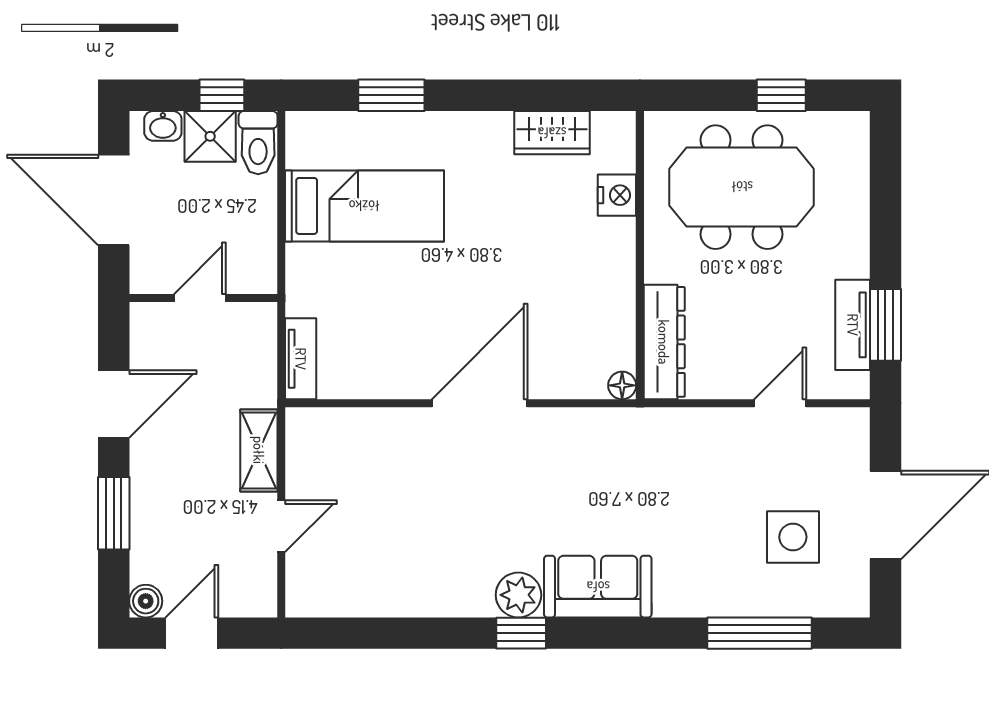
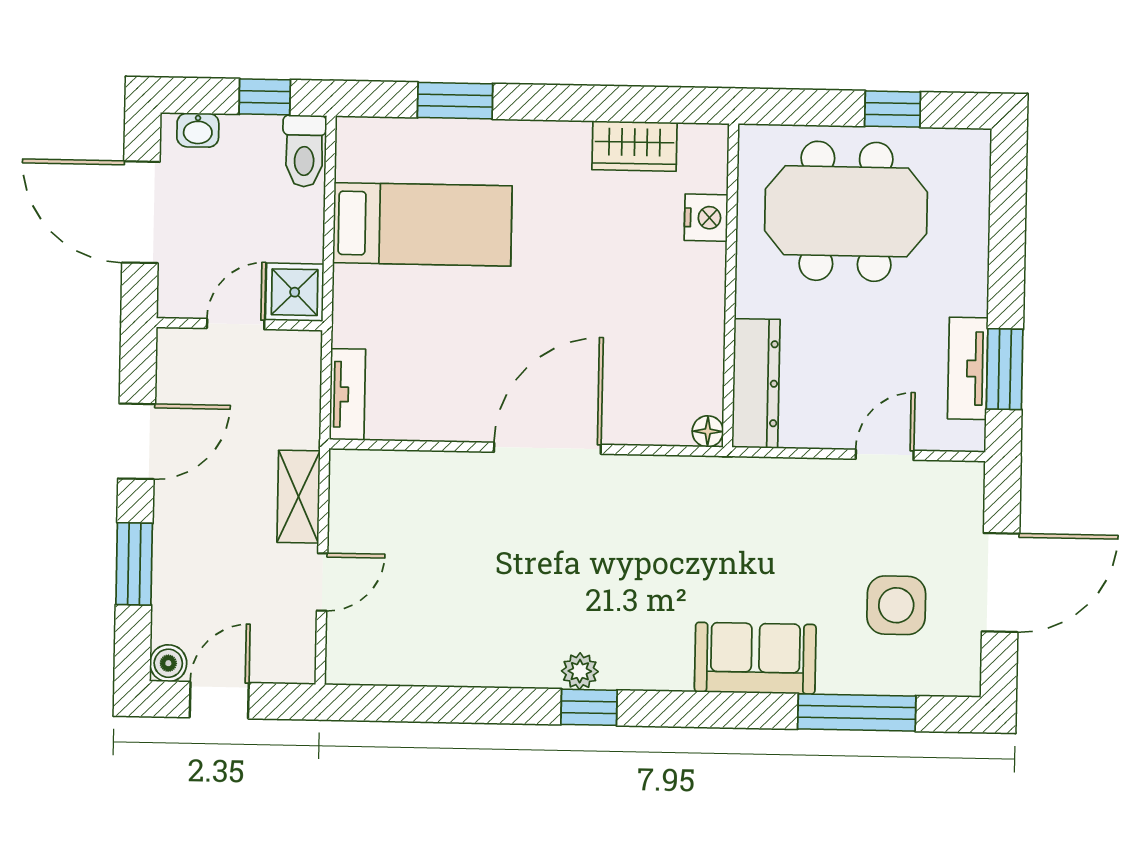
shower: (210, 136) -> (295, 292), moved
sofa: (598, 587) -> (755, 658), moved
plant: (518, 595) -> (580, 671), width x0.73, depth x0.73

